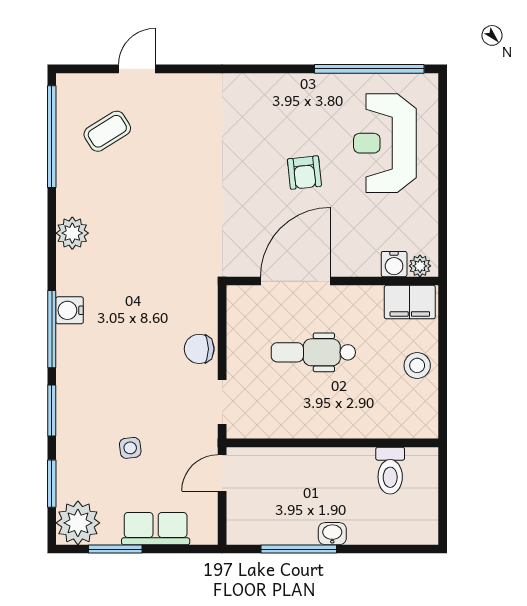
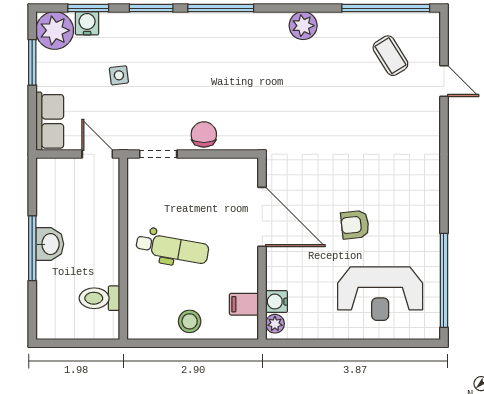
reception desk: (385, 143) -> (380, 294), turned 180
filing cabinet: (410, 302) -> (244, 304), width x0.50
water cooler: (70, 310) -> (87, 23), moved
dental chair: (313, 352) -> (172, 248), moved, turned 100
row of seats: (156, 529) -> (50, 121), moved
washbasin: (332, 534) -> (50, 244), width x1.38, depth x1.45
window: (299, 549) -> (32, 248), moved

